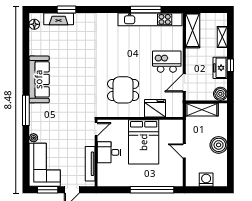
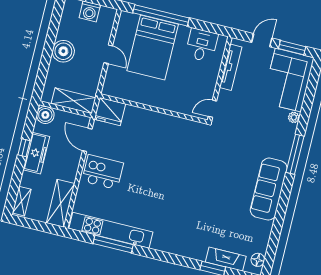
shelving: (222, 37) -> (22, 201), moved
kitchen island: (167, 62) -> (103, 172), turned 180
freezer: (220, 68) -> (36, 153), width x1.40
door: (184, 83) -> (87, 140), swing flipped
dining table: (123, 90) -> (166, 150), removed
fridge: (155, 108) -> (110, 112), moved
bed: (144, 142) -> (153, 47), moved, turned 180
desk: (109, 152) -> (202, 45), moved, turned -90

